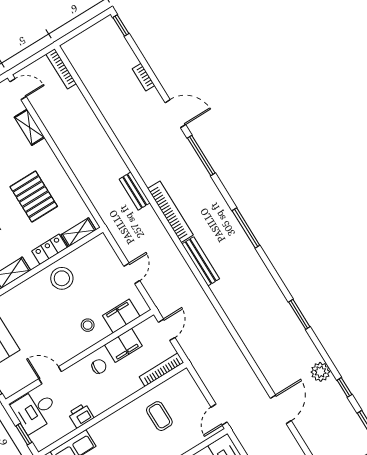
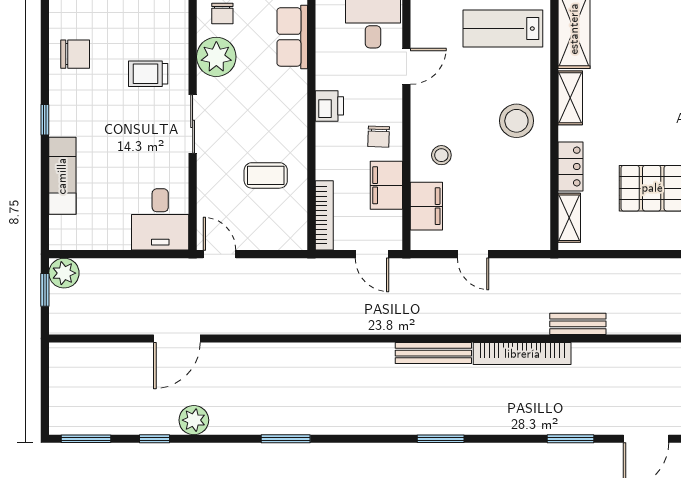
window: (201, 156) -> (570, 439), width x0.69
window: (246, 228) -> (441, 439), width x0.69
stool: (62, 278) -> (516, 121), moved
door: (281, 409) -> (177, 339), hinge flipped
printer: (81, 416) -> (329, 106), moved

